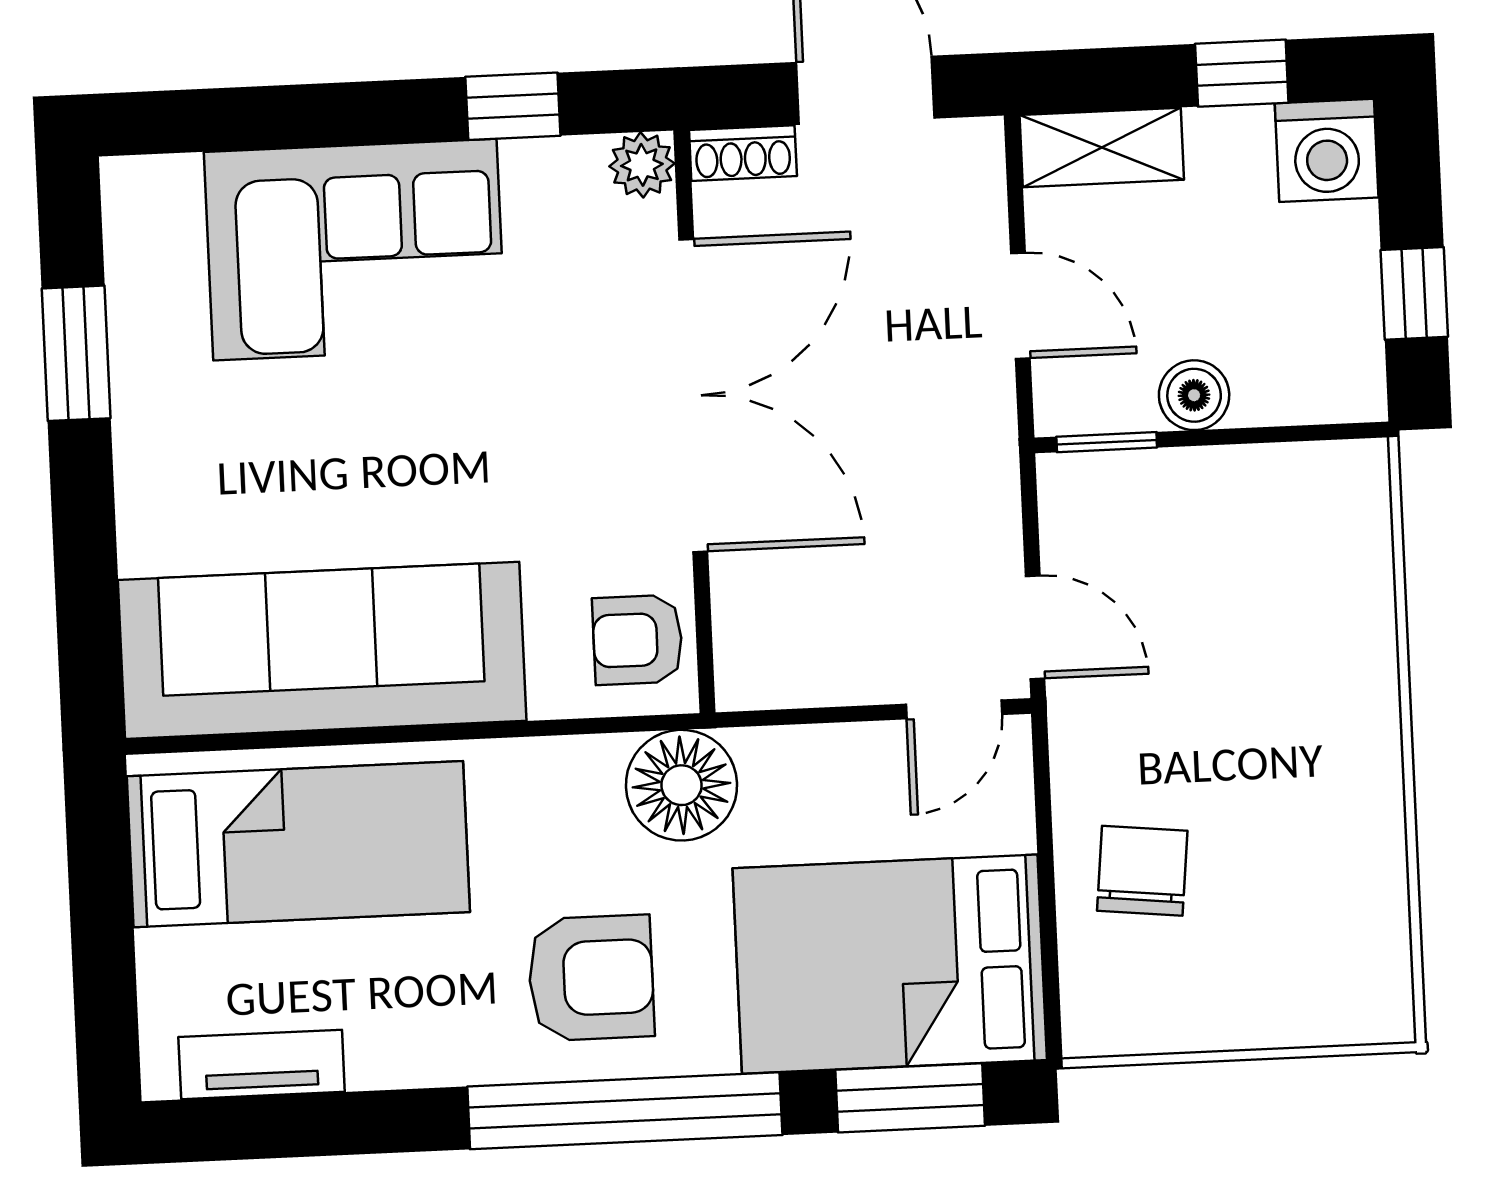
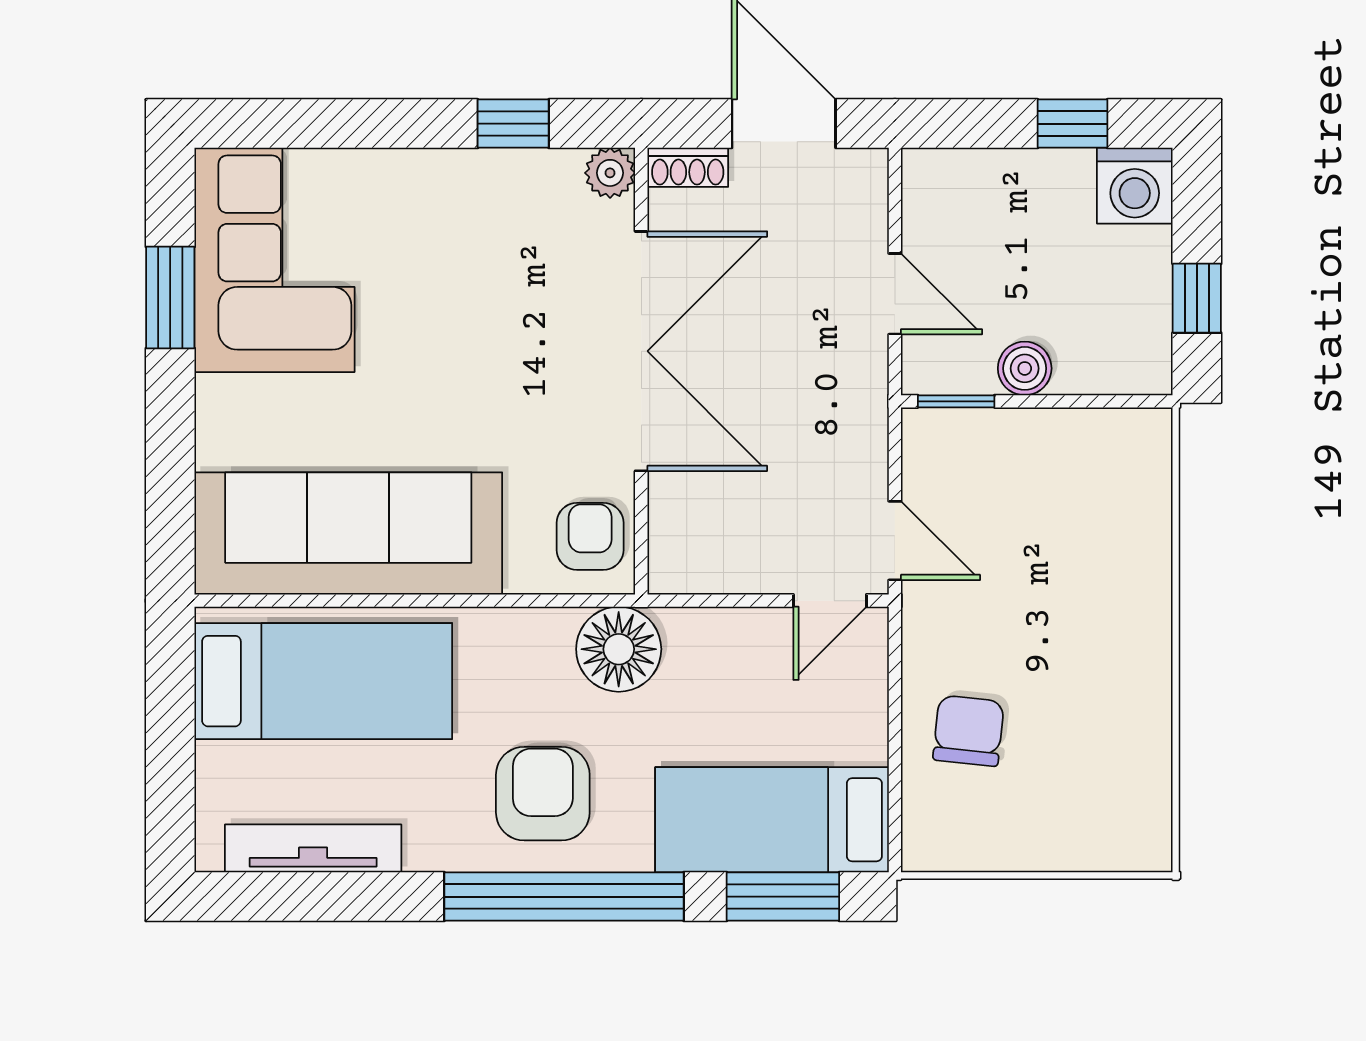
shelving: (1102, 147) -> (963, 175), removed
corner sofa: (355, 250) -> (274, 260), moved, turned -90
armchair: (638, 640) -> (590, 536), turned 90
bed: (890, 964) -> (772, 820), width x0.67
armchair: (591, 978) -> (543, 794), turned -90
tv unit: (262, 1064) -> (313, 848), width x1.41

